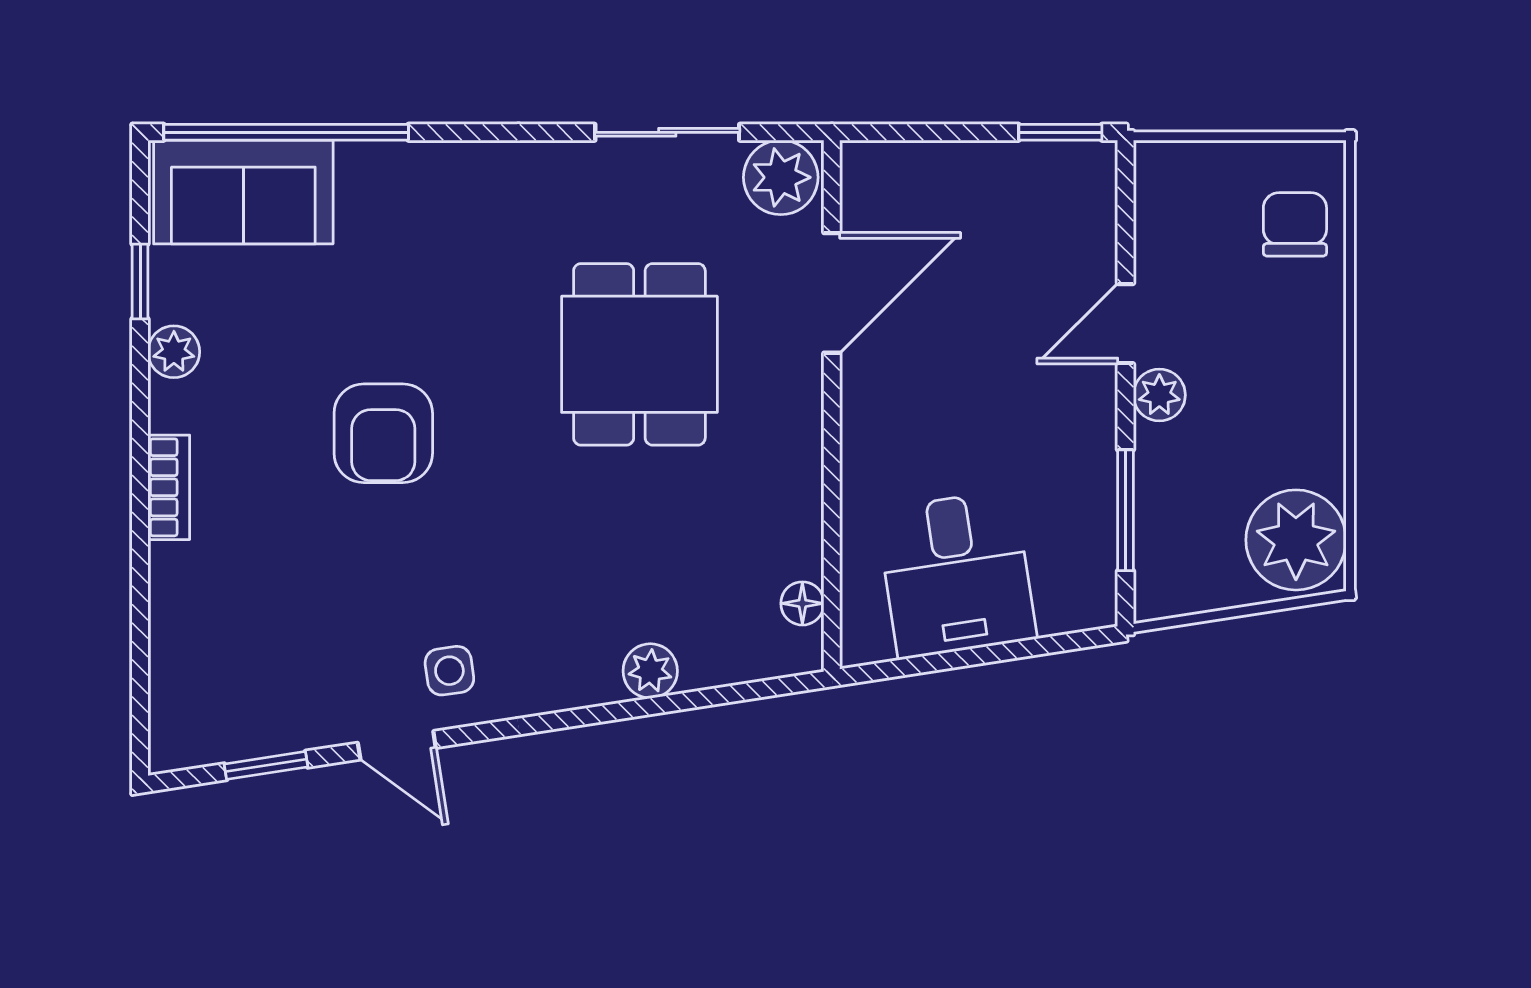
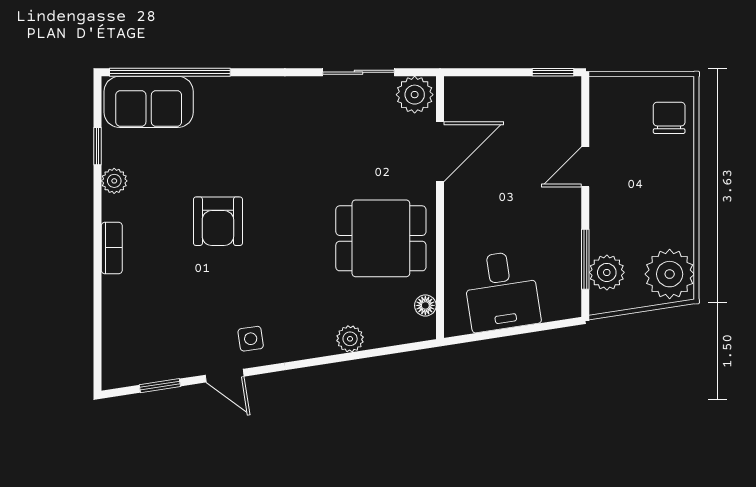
dining table: (639, 354) -> (381, 238), moved, turned 90
plant: (1159, 395) -> (607, 272), moved, width x1.38, depth x1.38

